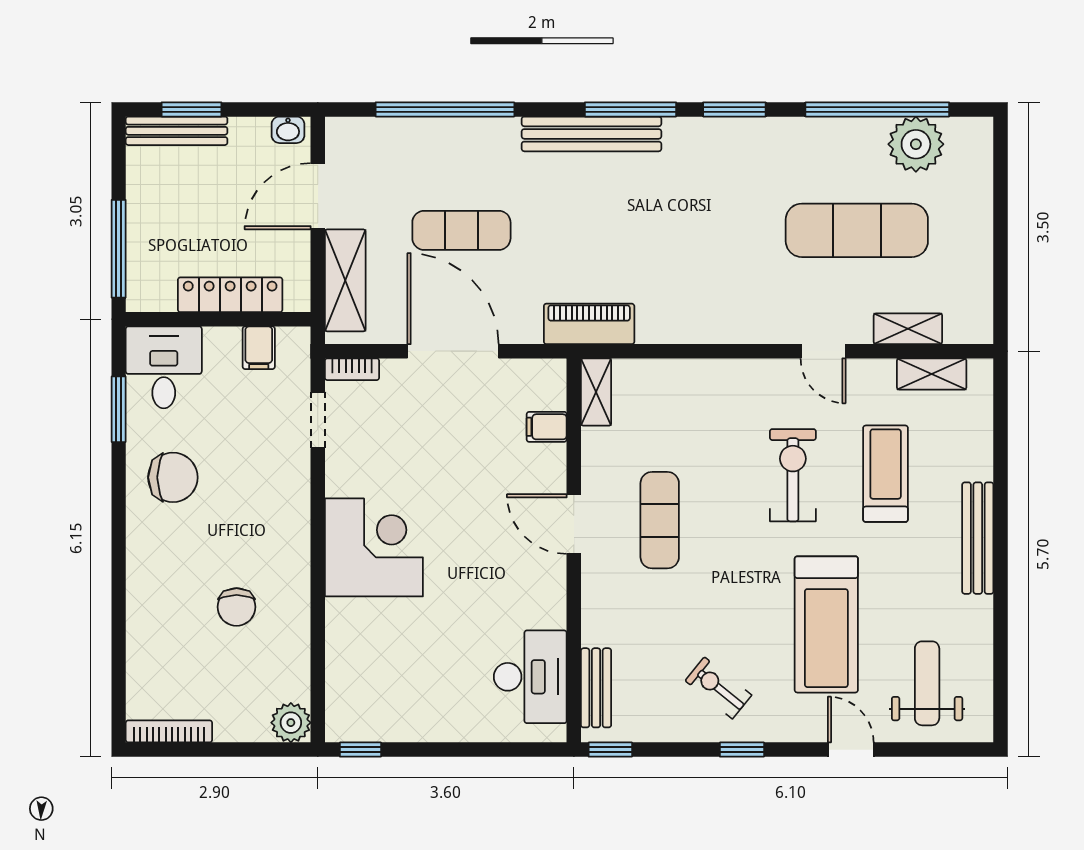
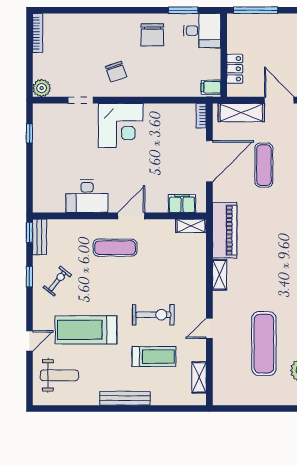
locker: (230, 295) -> (235, 69), width x0.66
piano: (589, 324) -> (225, 230), width x1.37, depth x1.33
shelving: (908, 329) -> (219, 275), moved
filing cabinet: (259, 348) -> (211, 87), moved
doorway: (318, 420) -> (81, 100), moved
filing cabinet: (547, 427) -> (182, 204), width x2.00
exercise mat: (660, 520) -> (115, 248), moved
chair: (237, 607) -> (116, 72), moved, turned -109
desk: (530, 677) -> (87, 196), moved
bench: (596, 688) -> (39, 237), moved, turned 90
window: (360, 750) -> (29, 133), moved
window: (742, 750) -> (29, 277), moved

